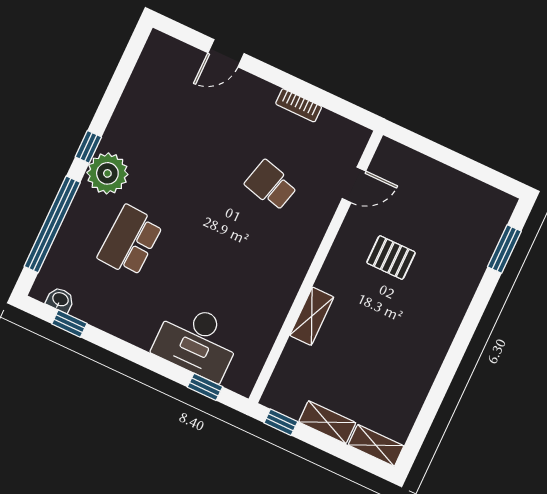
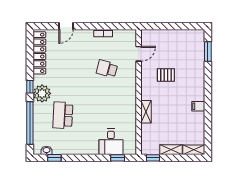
locker: (142, 84) -> (39, 53), added
desk: (197, 341) -> (111, 142), width x0.73
filing cabinet: (429, 357) -> (198, 106), added

